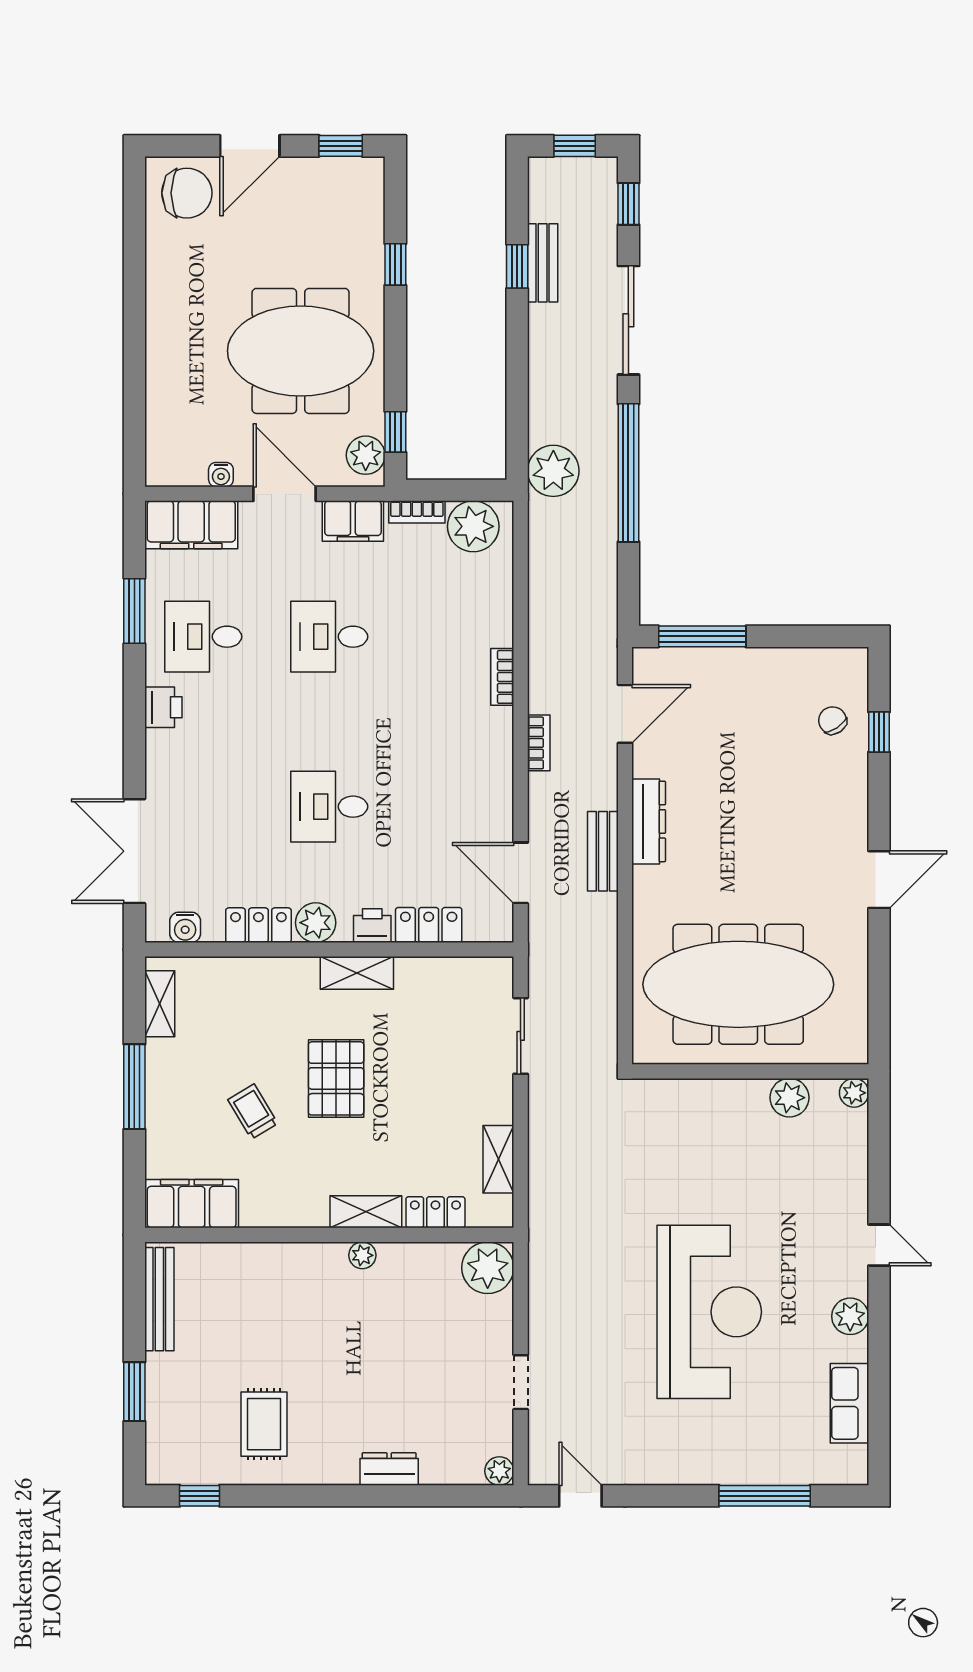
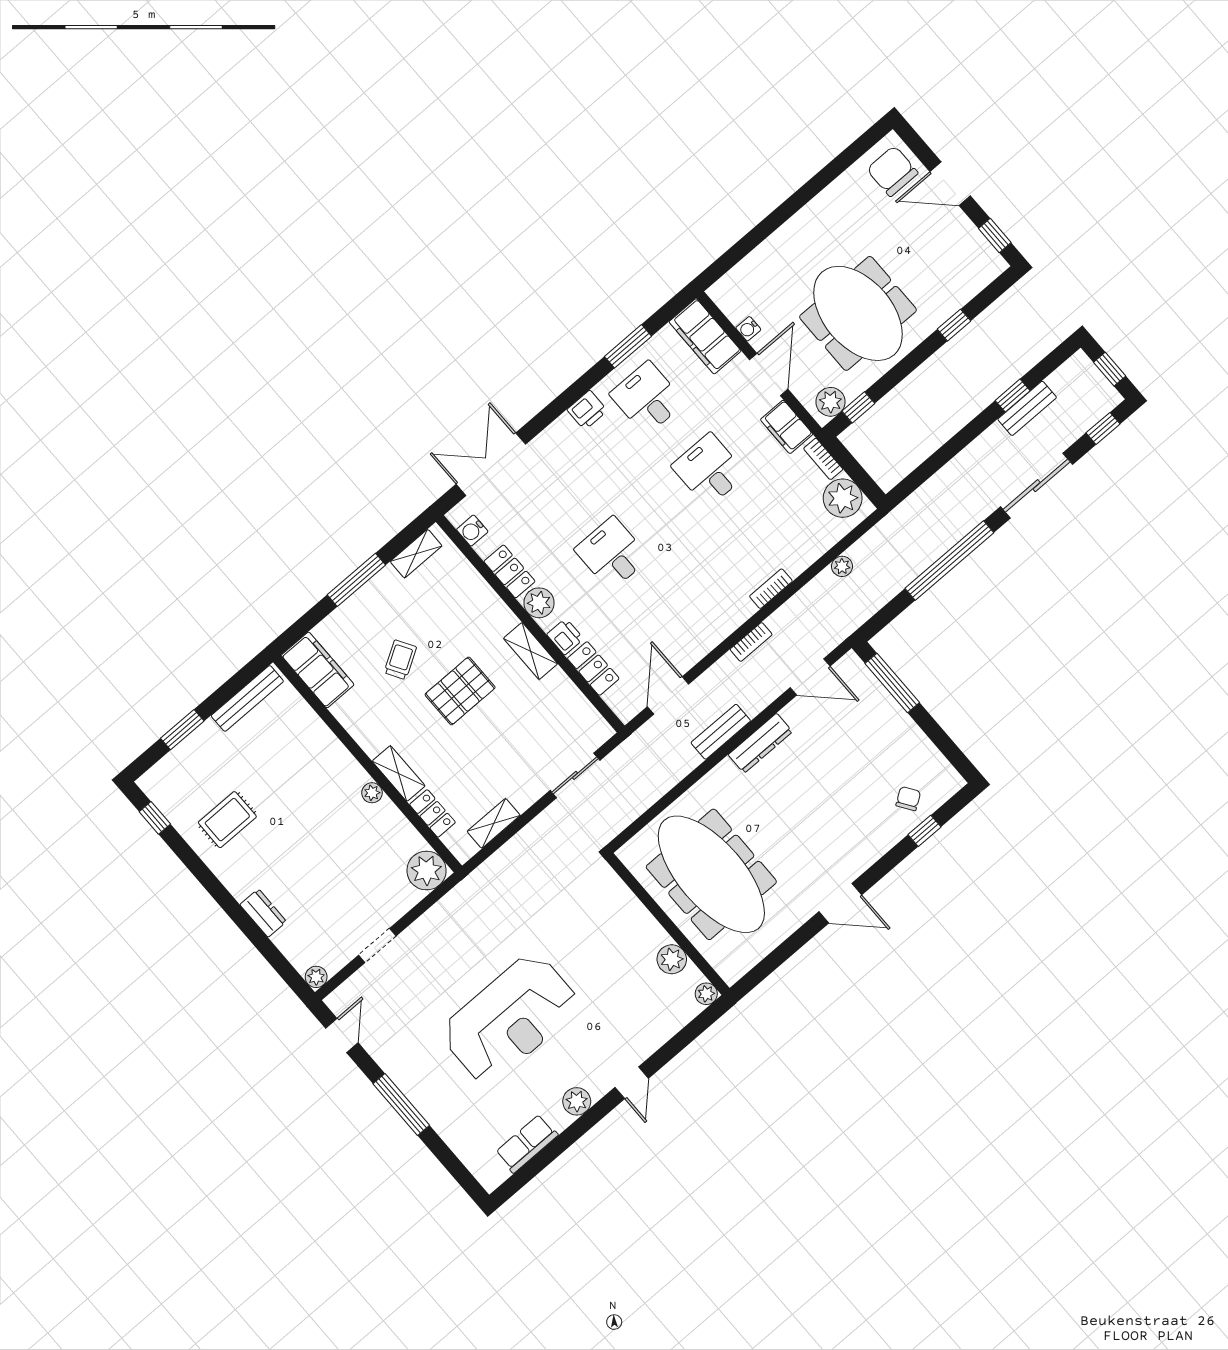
chair: (187, 193) -> (892, 171), turned 180
plant: (553, 471) -> (842, 566), moved, width x0.53, depth x0.53
window: (765, 1496) -> (401, 1105), moved

